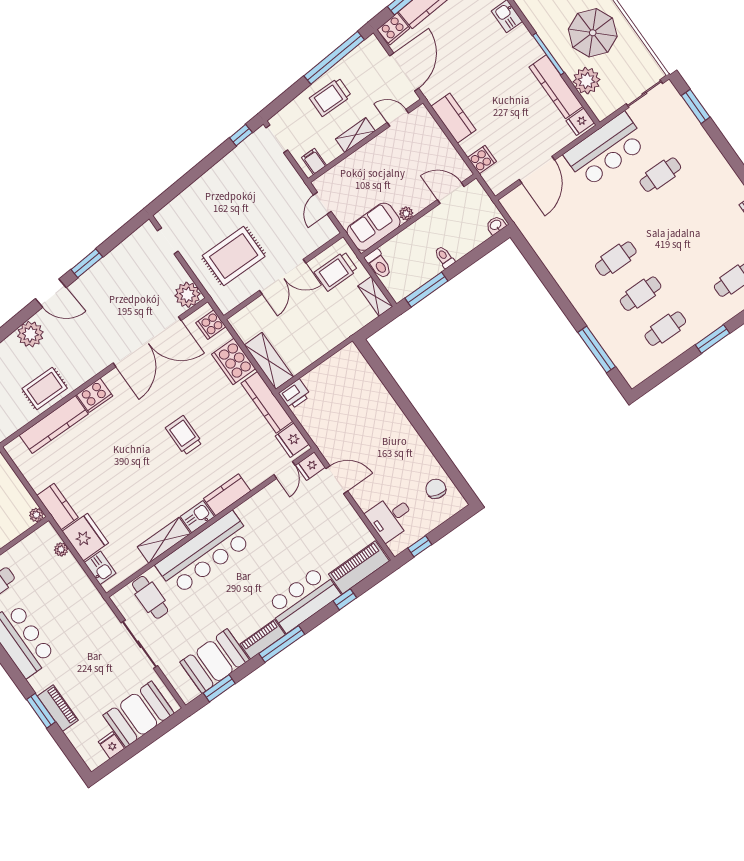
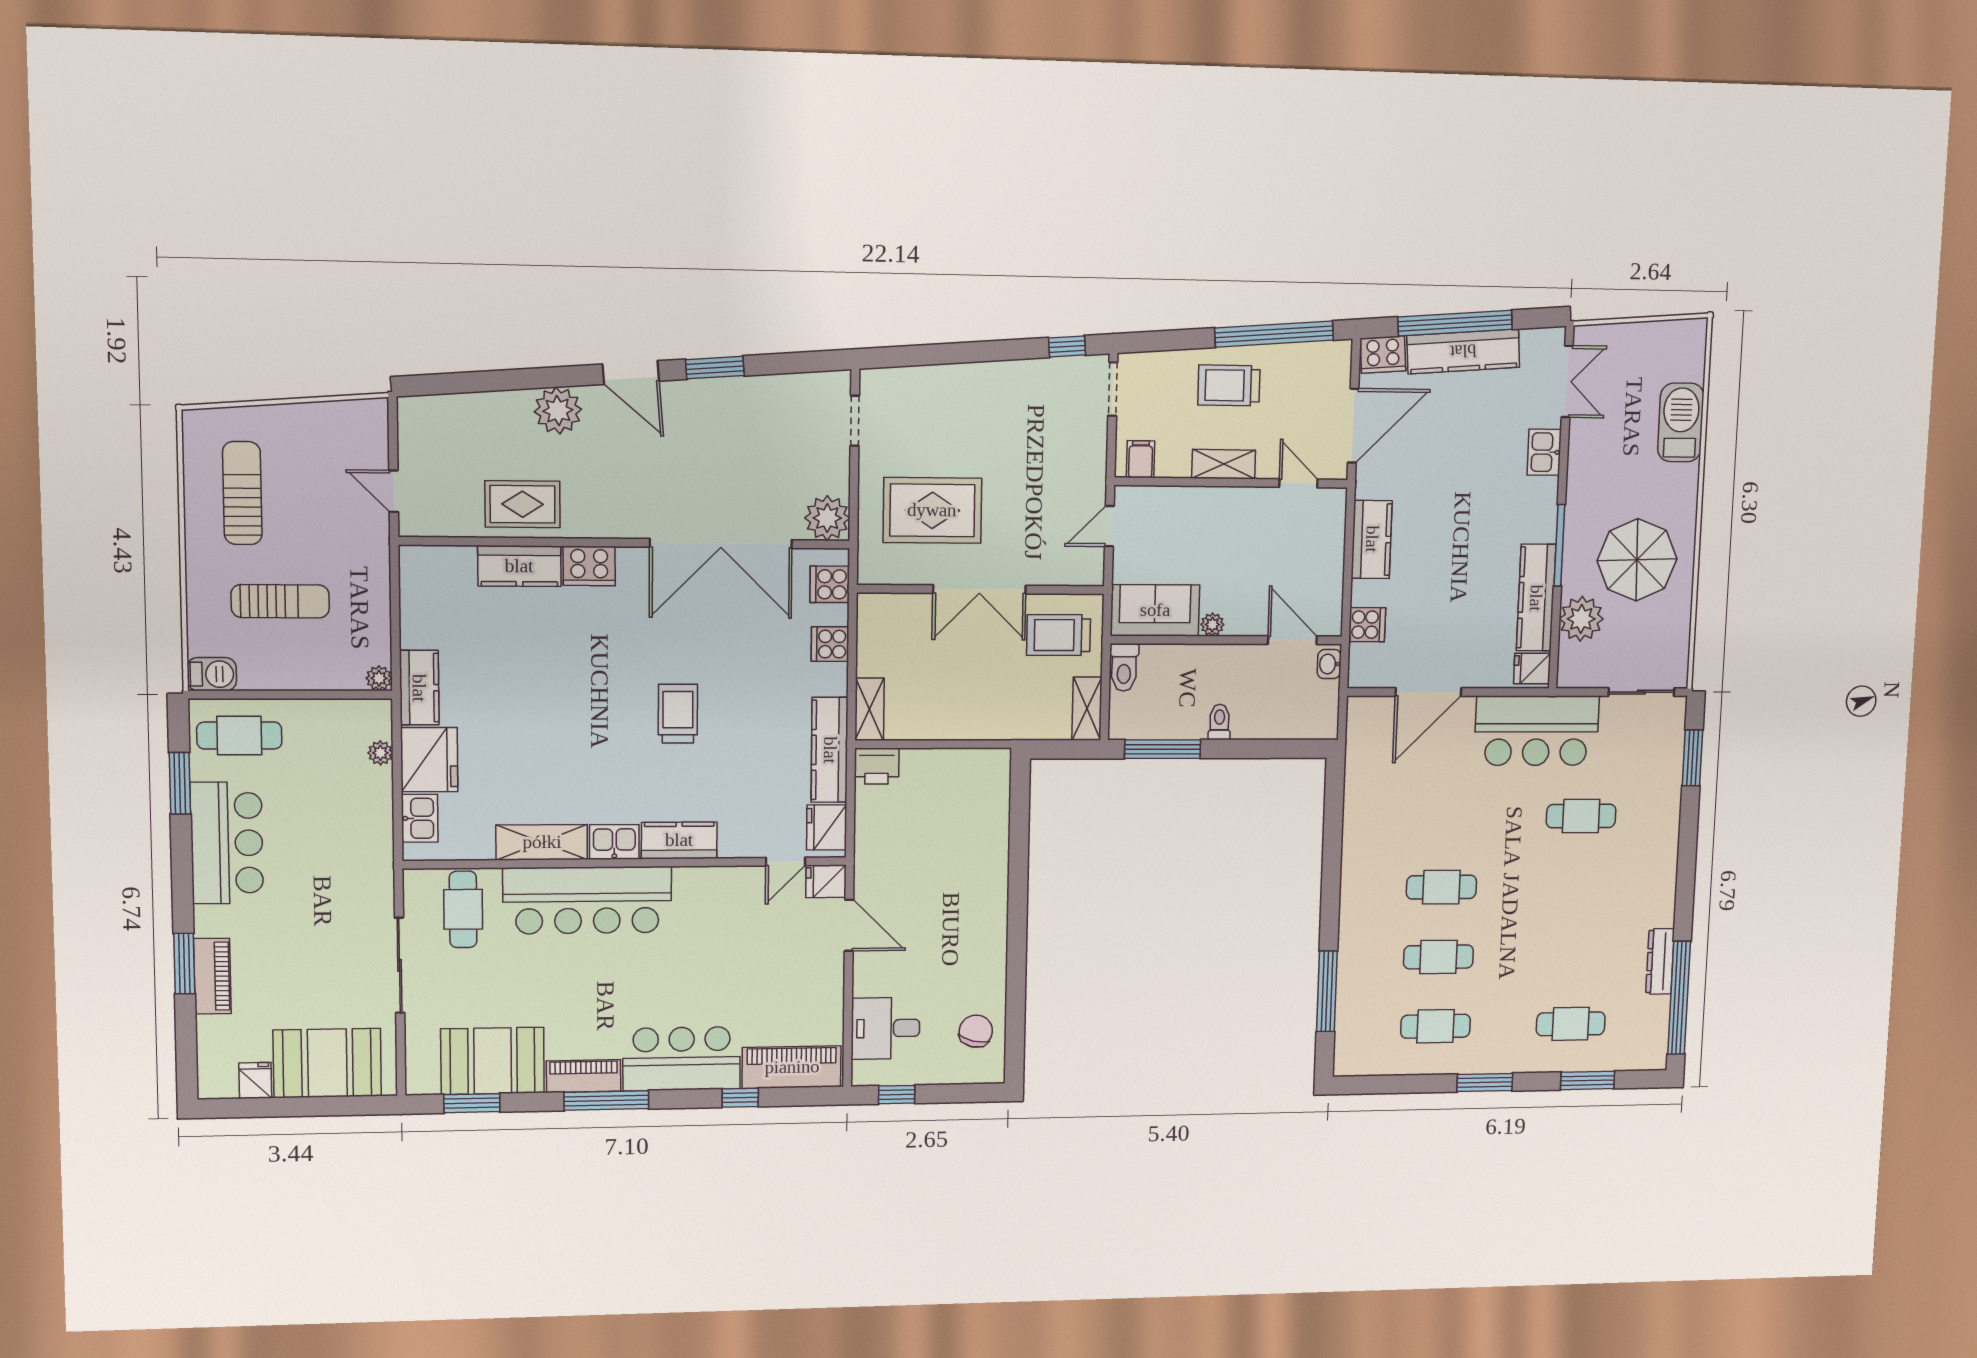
washbasin: (496, 225) -> (1329, 664), moved, turned -90
shelving: (269, 361) -> (869, 709), width x0.67, depth x0.75
cooker: (233, 362) -> (830, 644), width x0.53, depth x0.76
kitchen counter: (54, 425) -> (519, 566), width x0.67

